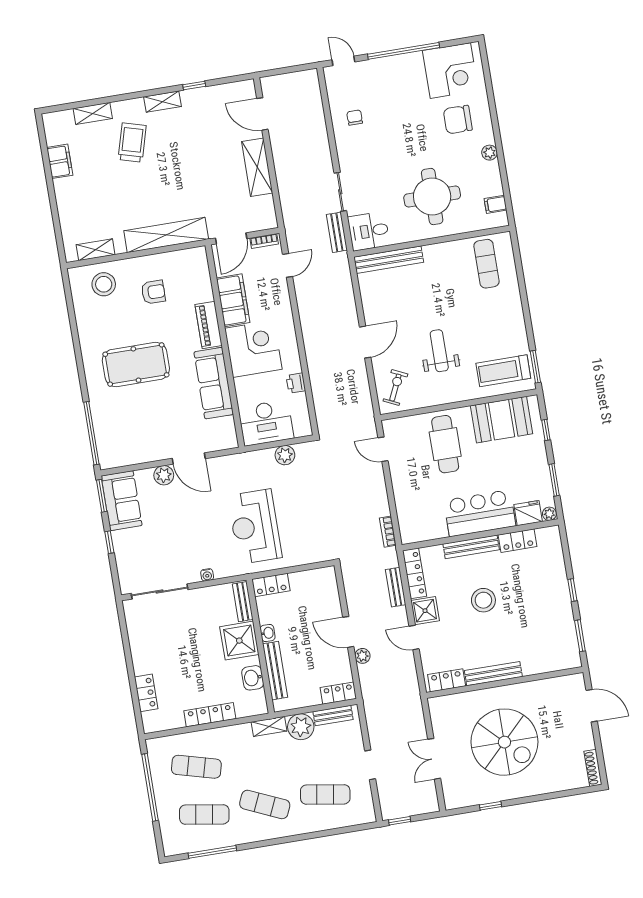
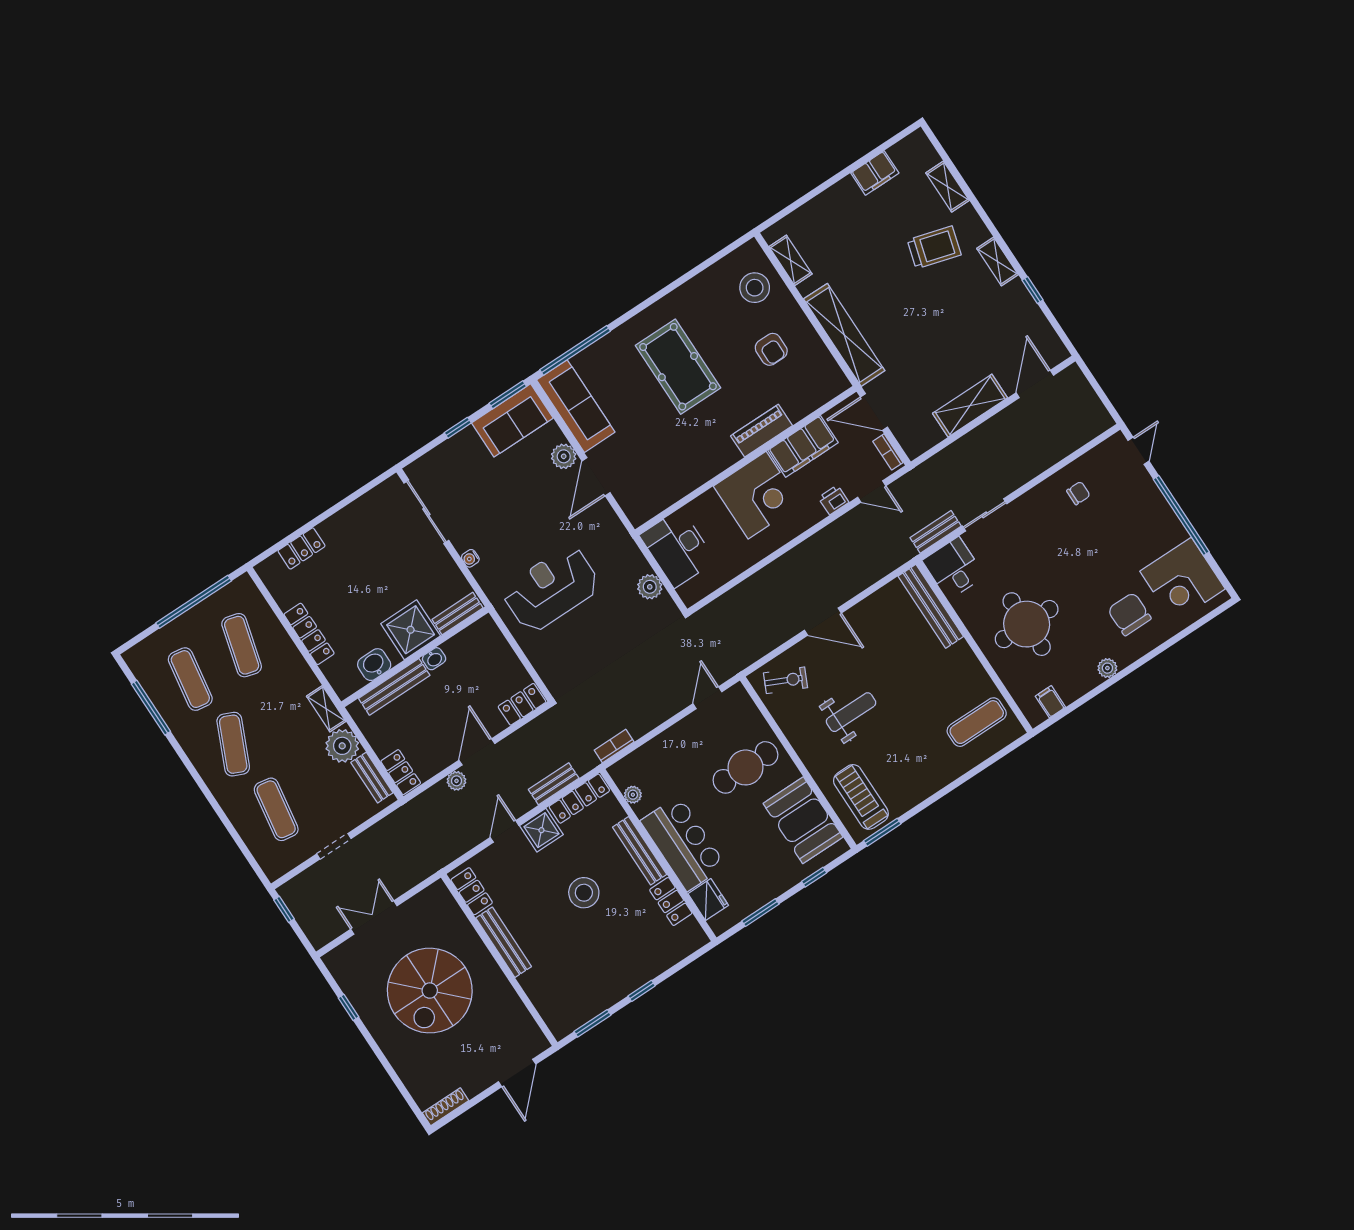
sofa: (214, 383) -> (576, 406), moved, turned 90
printer: (296, 383) -> (834, 500), moved
plant: (549, 514) -> (633, 795), moved
locker: (271, 585) -> (522, 704), moved, turned 90

